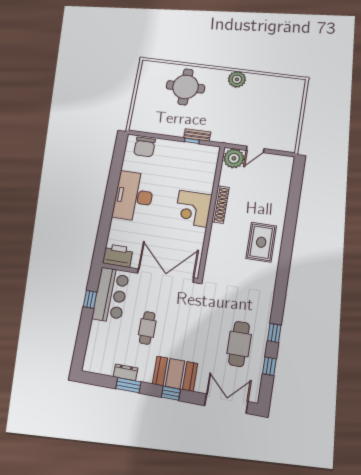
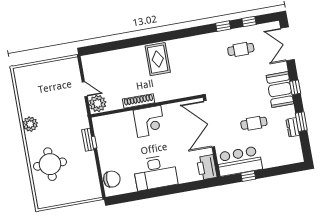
rug: (261, 242) -> (158, 59), turned 90
cafe table: (239, 344) -> (241, 49), width x0.73, depth x0.74

